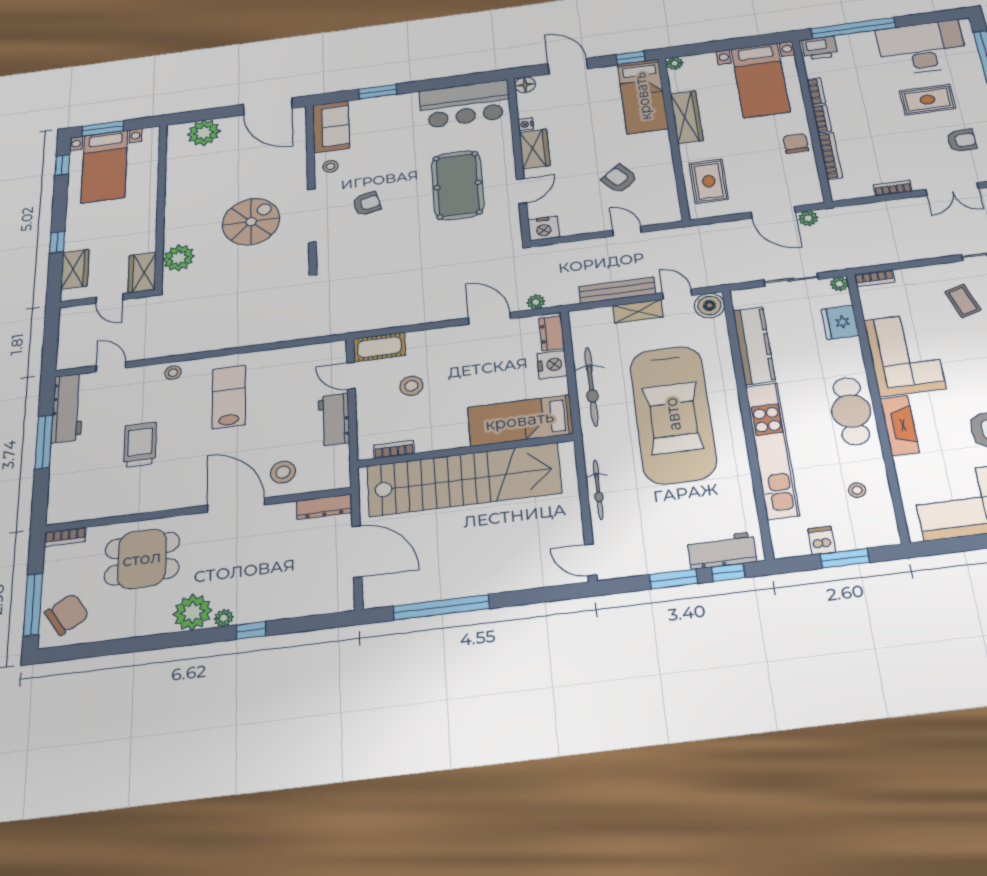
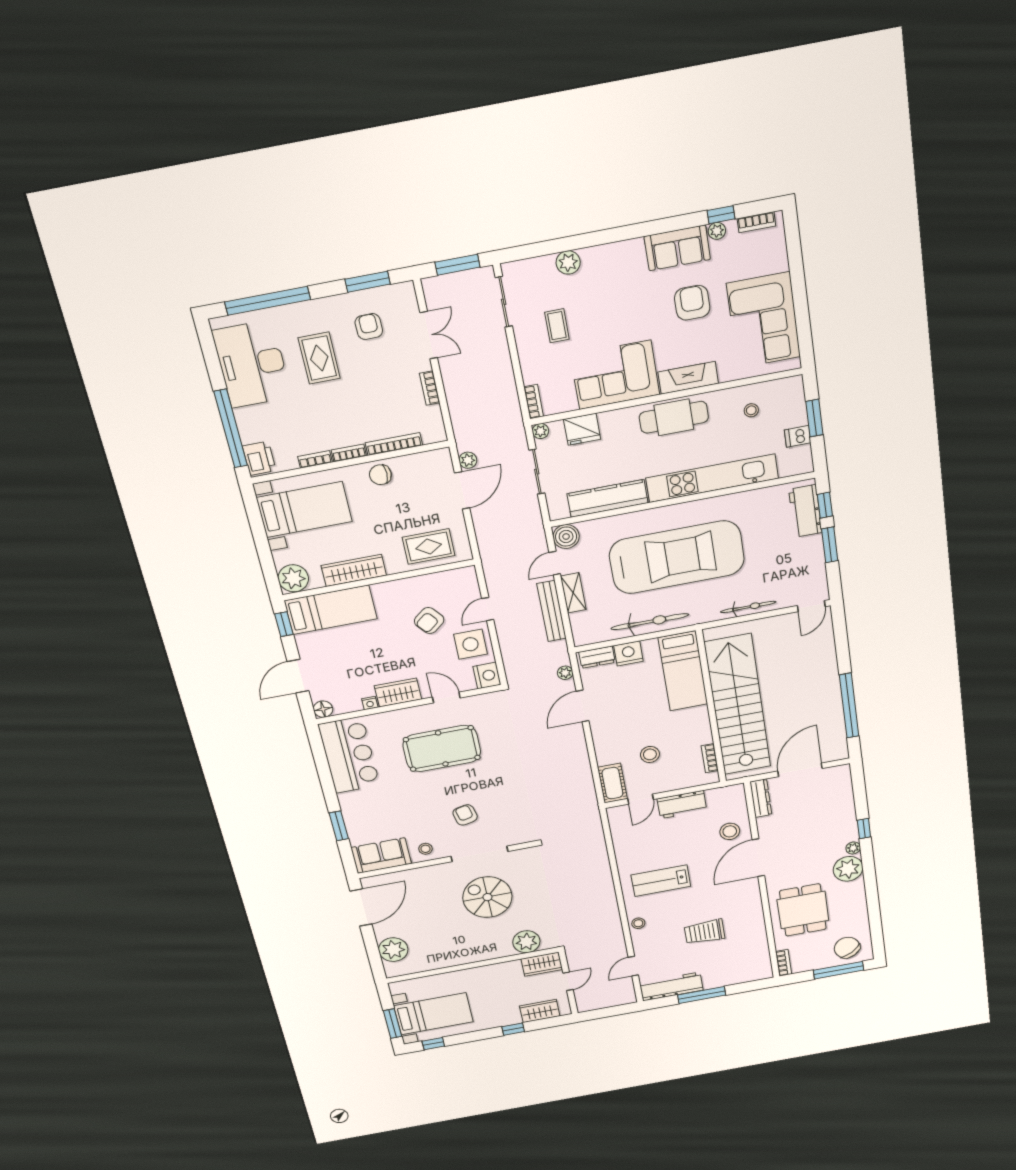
plant: (675, 63) -> (293, 578), width x1.87, depth x1.87
side table: (585, 215) -> (470, 644), added
coffee table: (963, 301) -> (557, 326), turned -72

